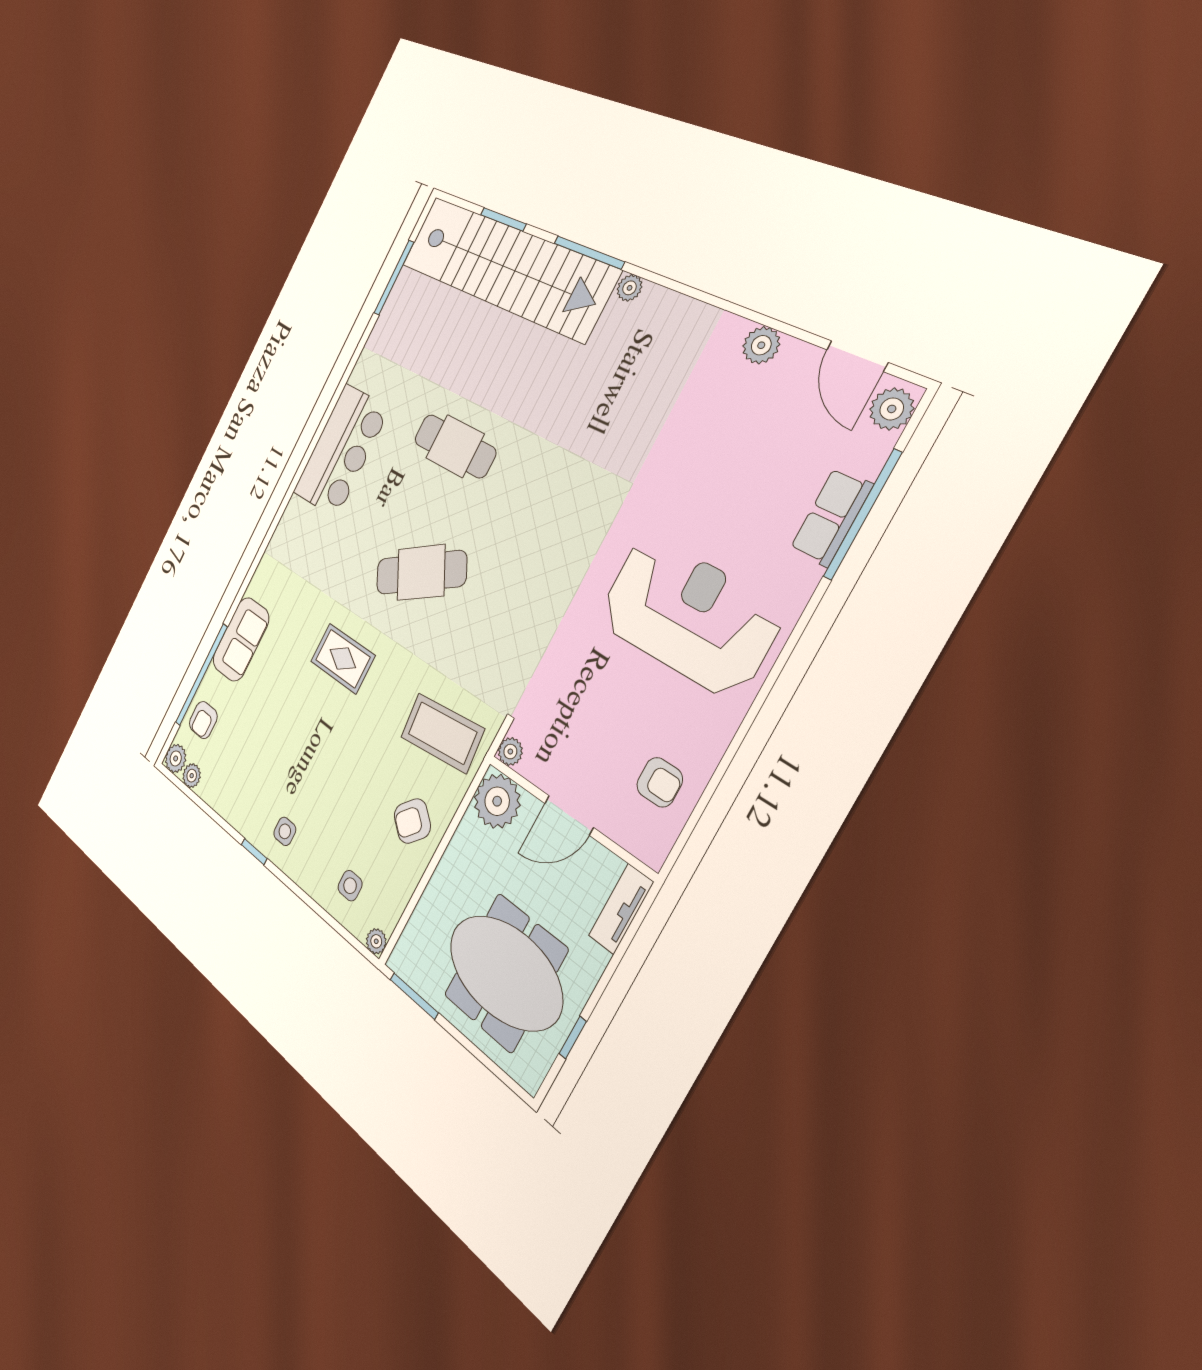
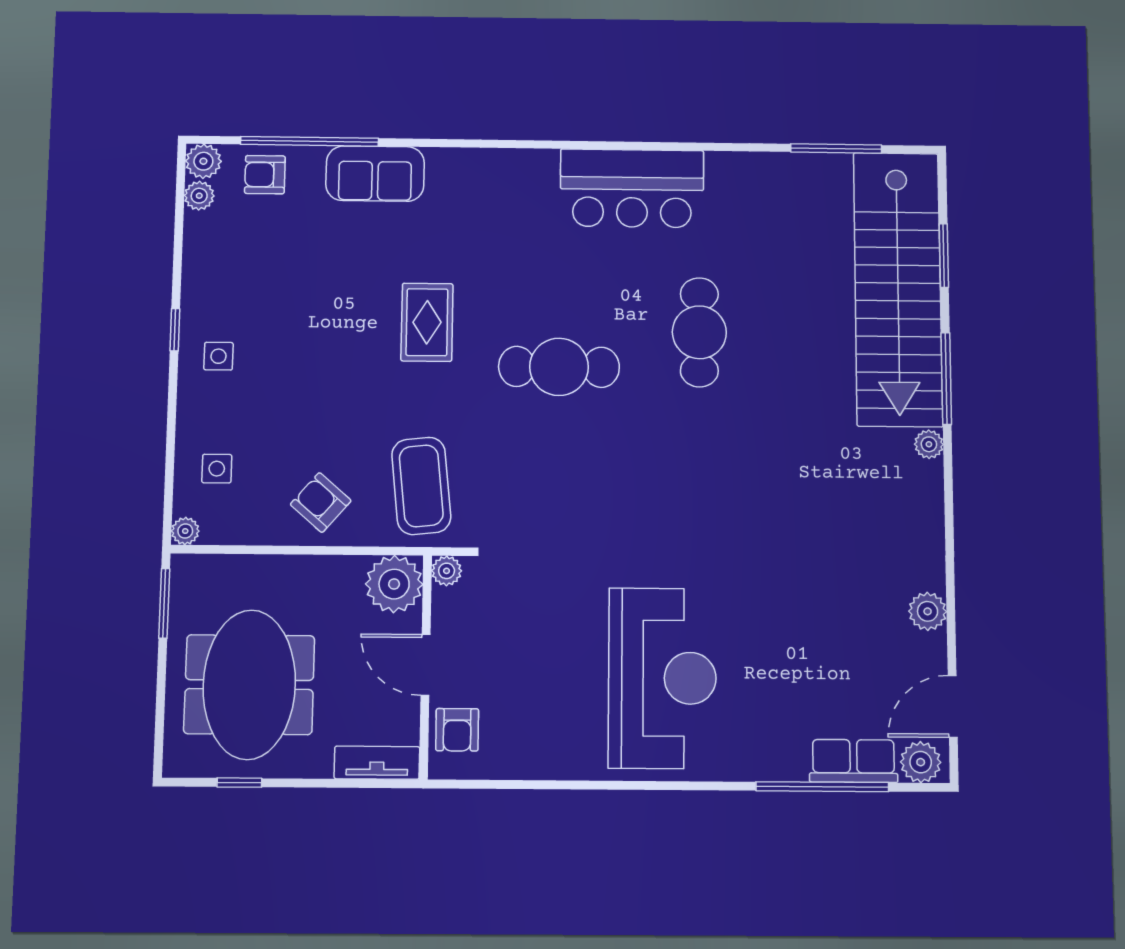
row of seats: (831, 517) -> (853, 761), moved
cafe table: (421, 572) -> (559, 367), turned -59
armchair: (660, 782) -> (457, 730), moved

